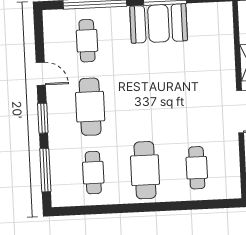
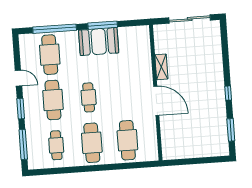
cafe table: (87, 41) -> (50, 55), width x1.37, depth x1.35
cafe table: (142, 104) -> (89, 97), added
cafe table: (197, 168) -> (127, 140), width x1.37, depth x1.35

